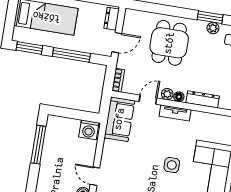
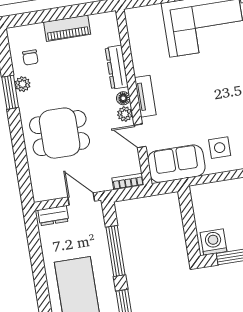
washing machine: (89, 130) -> (213, 242), moved, turned -90
side table: (172, 165) -> (220, 148), moved

